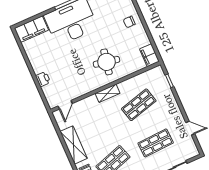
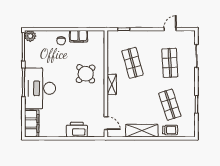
filing cabinet: (149, 55) -> (79, 36), moved
round table: (106, 62) -> (86, 74), turned 36
printer: (43, 79) -> (77, 130), width x1.87, depth x1.48

